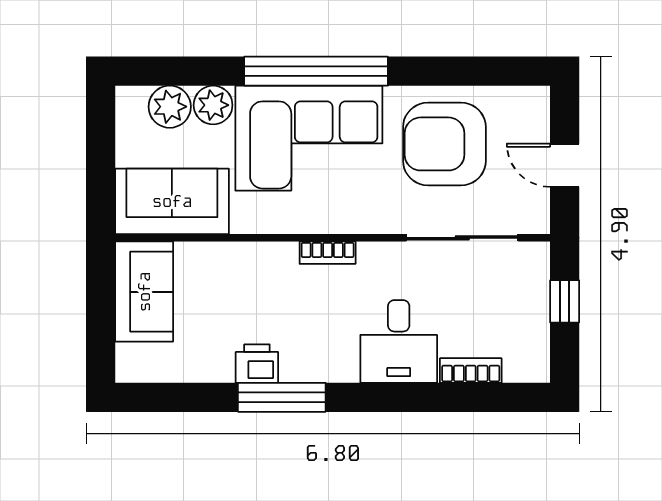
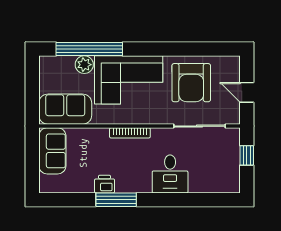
window: (316, 71) -> (89, 49), moved
plant: (170, 107) -> (64, 65), removed
armchair: (444, 144) -> (191, 83), turned -90
bookcase: (328, 253) -> (130, 133), width x1.56
bookcase: (471, 370) -> (203, 187), removed

